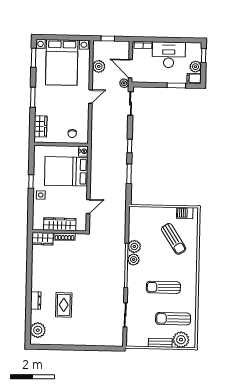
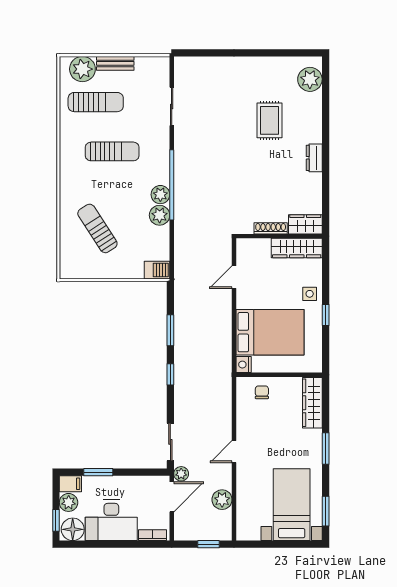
floor lamp: (193, 50) -> (73, 529), added
bed with nightstands: (62, 62) -> (292, 505), width x0.73
door: (130, 69) -> (172, 497), hinge flipped
wardrobe: (41, 126) -> (312, 403), width x1.50
barbecue: (185, 213) -> (157, 270), moved
wardrobe: (60, 224) -> (297, 248), moved
dresser: (36, 301) -> (314, 158), moved

